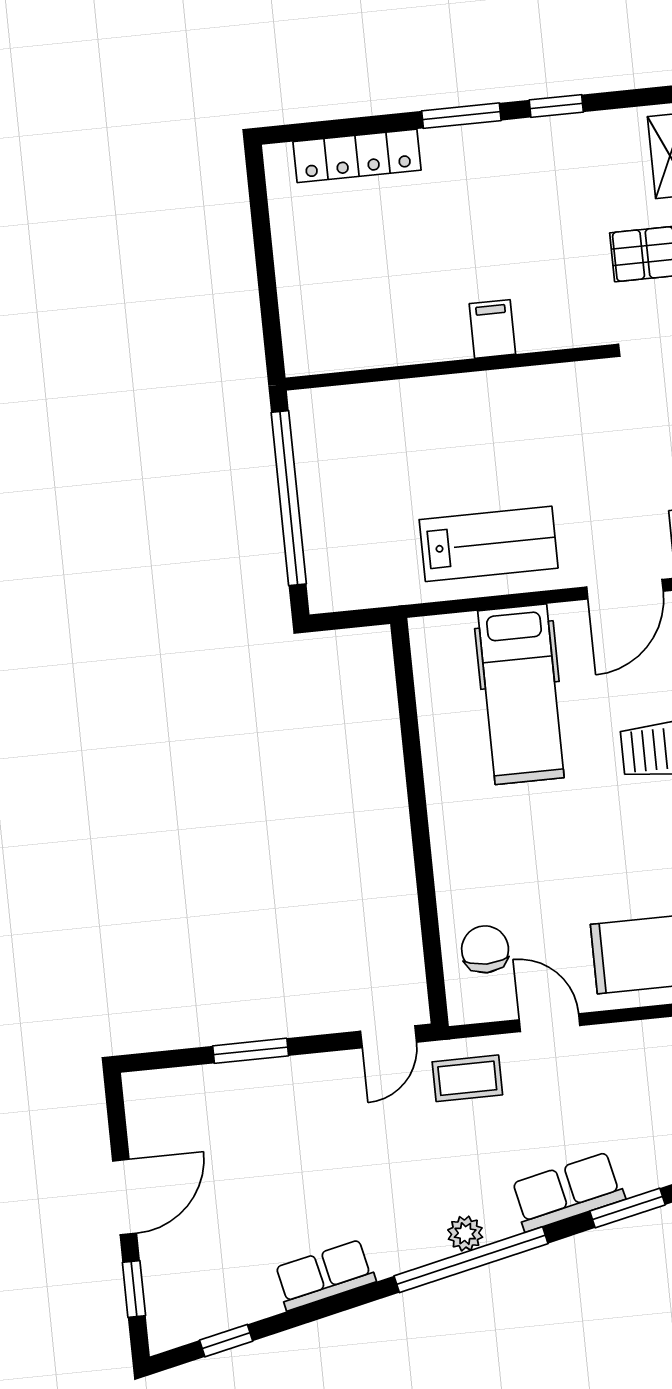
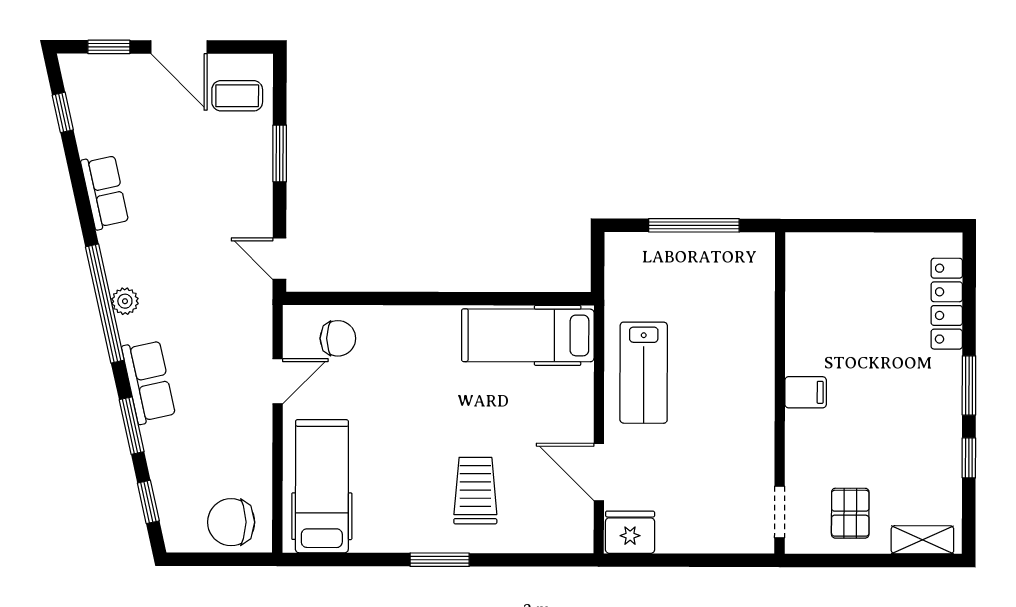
window: (289, 498) -> (694, 225), width x0.68
hospital bed: (521, 694) -> (528, 335), moved
coffee table: (467, 1078) -> (237, 96), moved, turned 90

